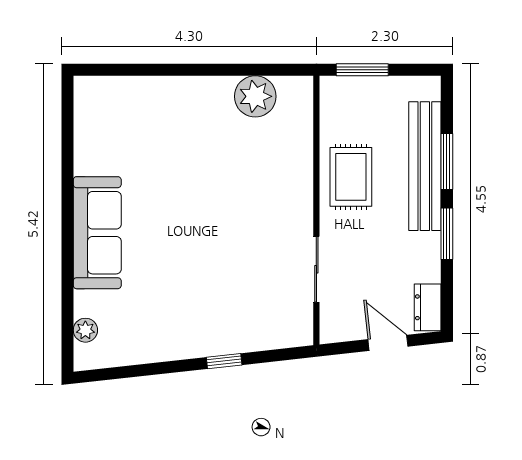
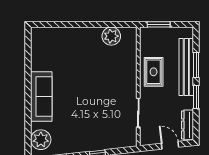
dresser: (428, 307) -> (188, 125), width x1.44
plant: (85, 330) -> (41, 140), width x1.88, depth x1.88

